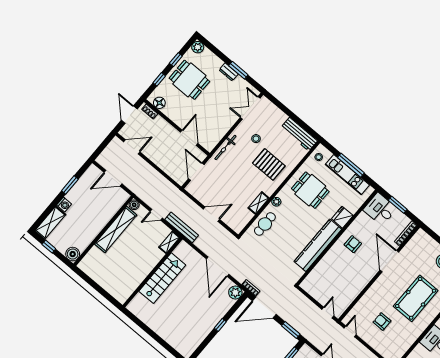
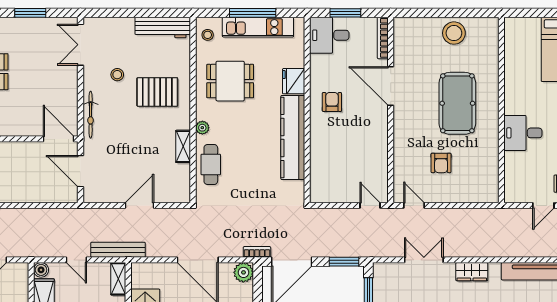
dresser: (229, 72) -> (21, 24), removed
door: (189, 138) -> (58, 139), moved
door: (156, 215) -> (76, 260), hinge flipped
armchair: (382, 321) -> (441, 163), turned -90

